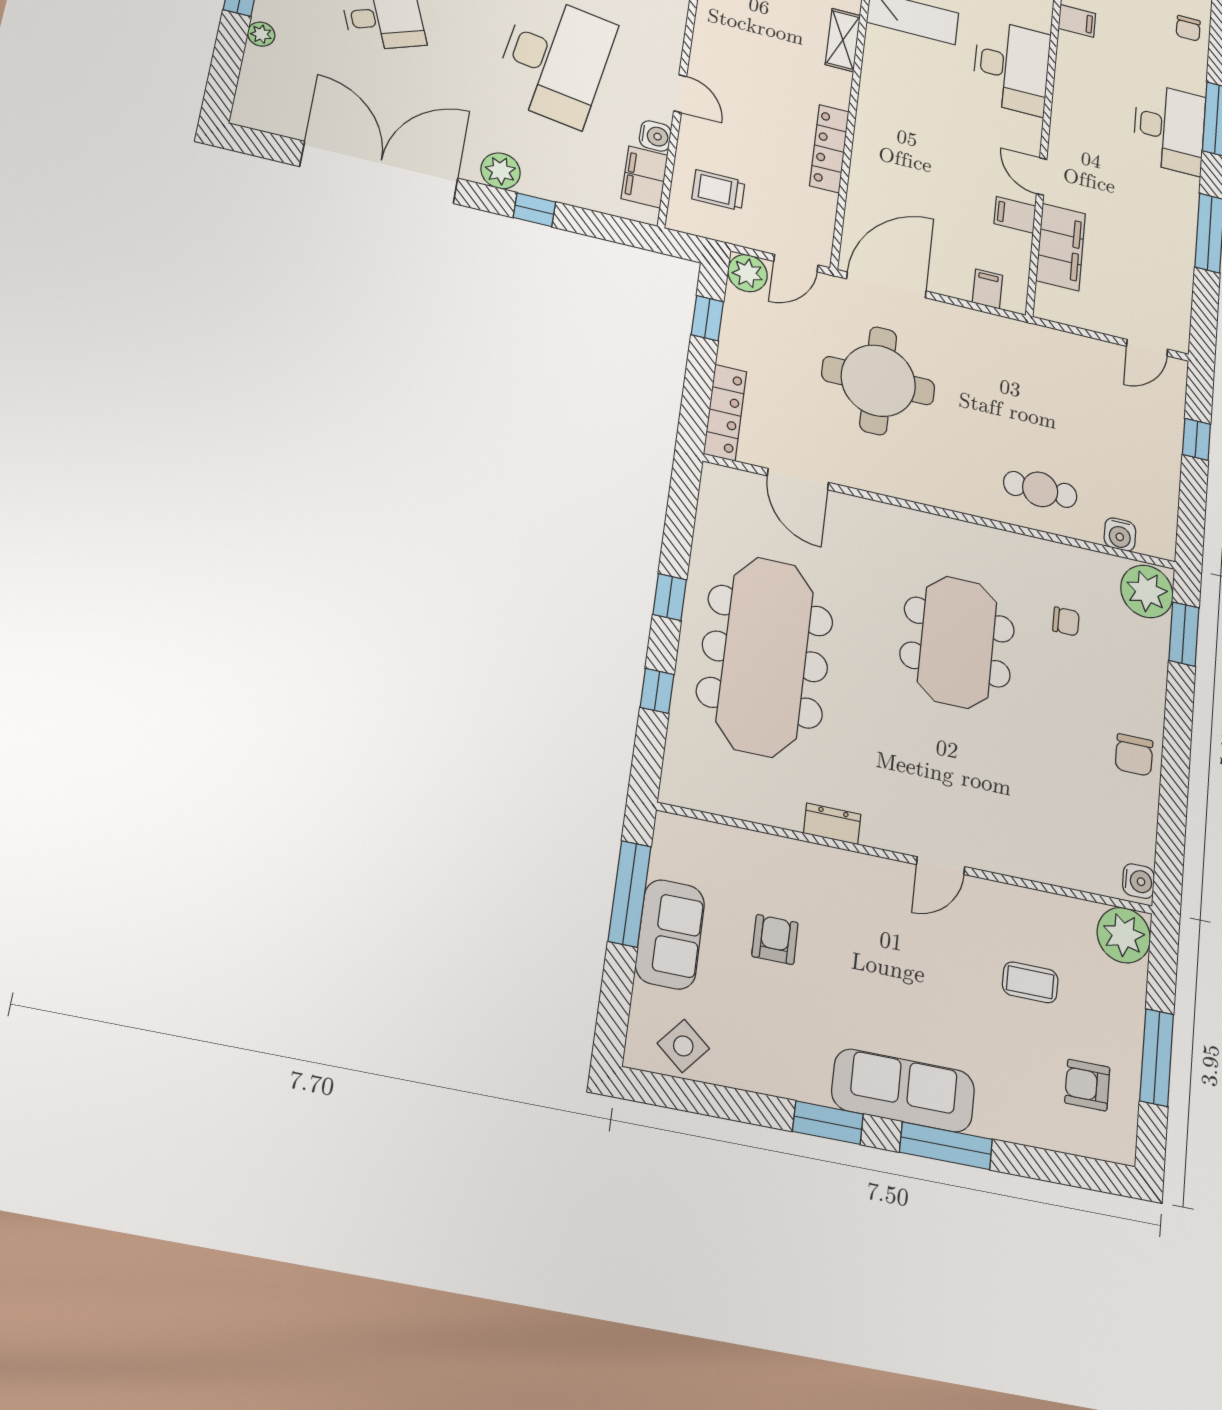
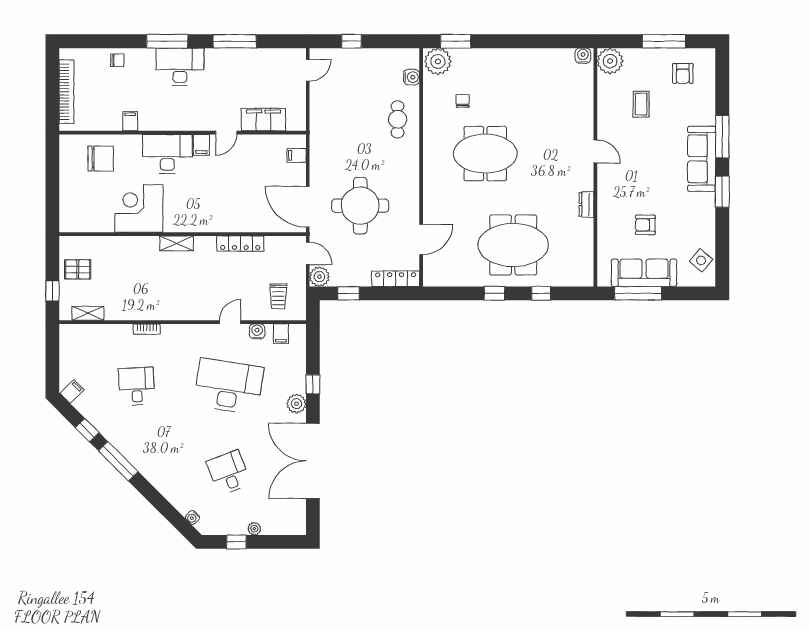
filing cabinet: (644, 177) -> (281, 334), width x0.50
filing cabinet: (1015, 215) -> (201, 145), moved
door: (1147, 348) -> (308, 70), hinge flipped
meeting table: (765, 656) -> (513, 245), width x0.73
chair: (1134, 755) -> (522, 62), removed
sofa: (670, 934) -> (644, 273), width x1.36

